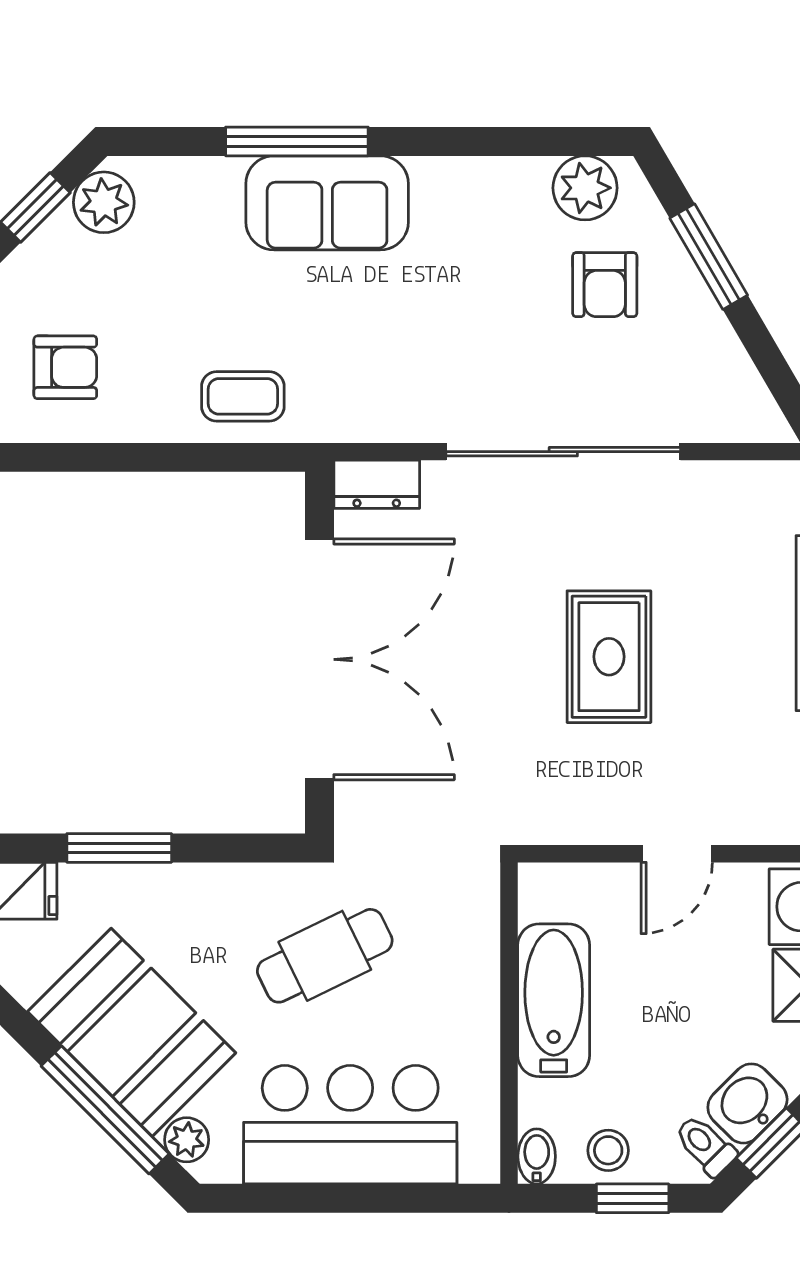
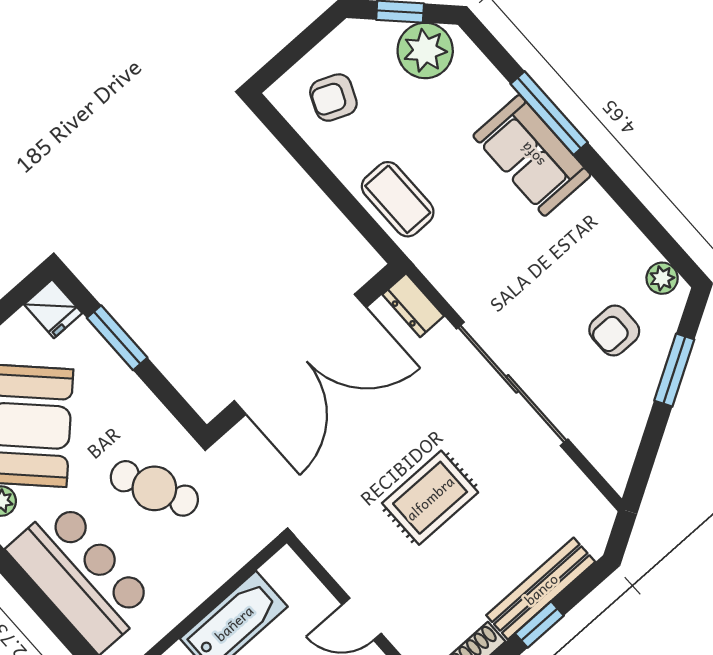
plant: (585, 188) -> (662, 278), width x0.73, depth x0.73
plant: (104, 202) -> (425, 50), width x1.36, depth x1.36
armchair: (65, 367) -> (333, 98), turned 113
coffee table: (243, 396) -> (398, 199), width x1.36, depth x1.30

